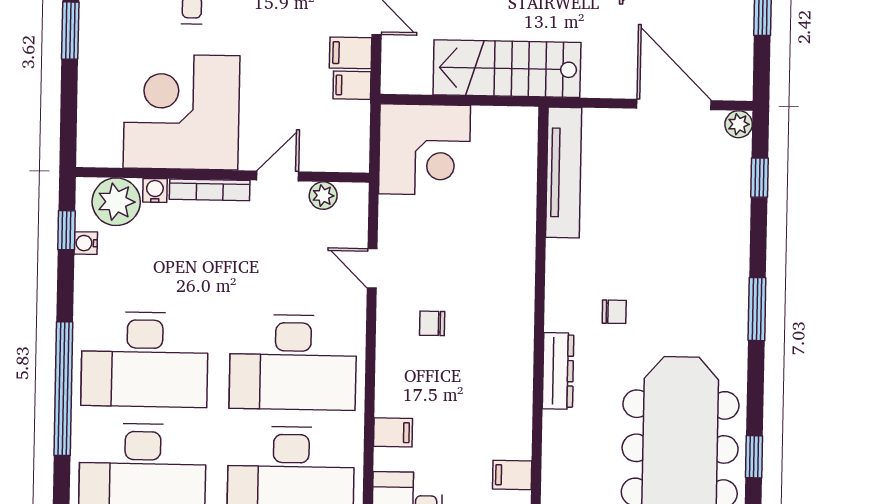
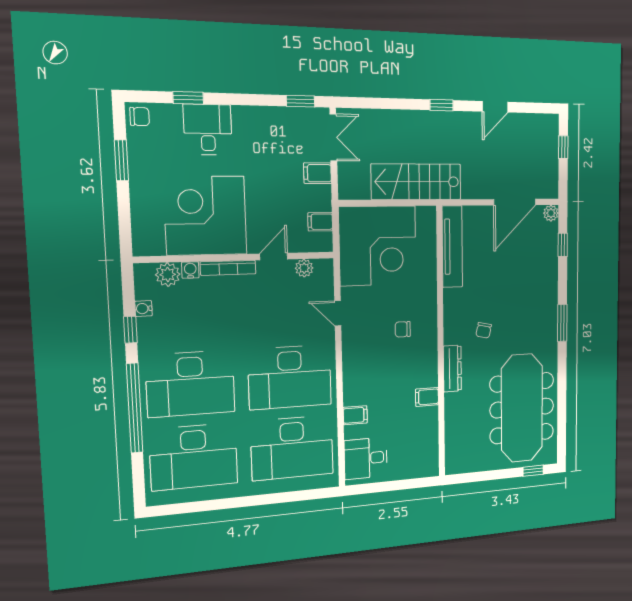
filing cabinet: (352, 85) -> (320, 222), moved
door: (674, 104) -> (515, 202), swing flipped
corner desk: (424, 150) -> (378, 246), width x1.36, depth x1.36
plant: (116, 202) -> (168, 275), width x0.73, depth x0.73
window: (66, 230) -> (130, 330), moved
chair: (614, 312) -> (484, 330), turned 102
chair: (432, 323) -> (403, 329), moved
window: (754, 457) -> (562, 409), removed
filing cabinet: (512, 475) -> (427, 397), moved

